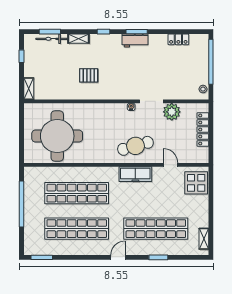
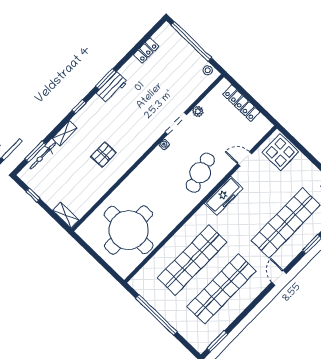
plant: (172, 112) -> (198, 111), width x0.53, depth x0.53

